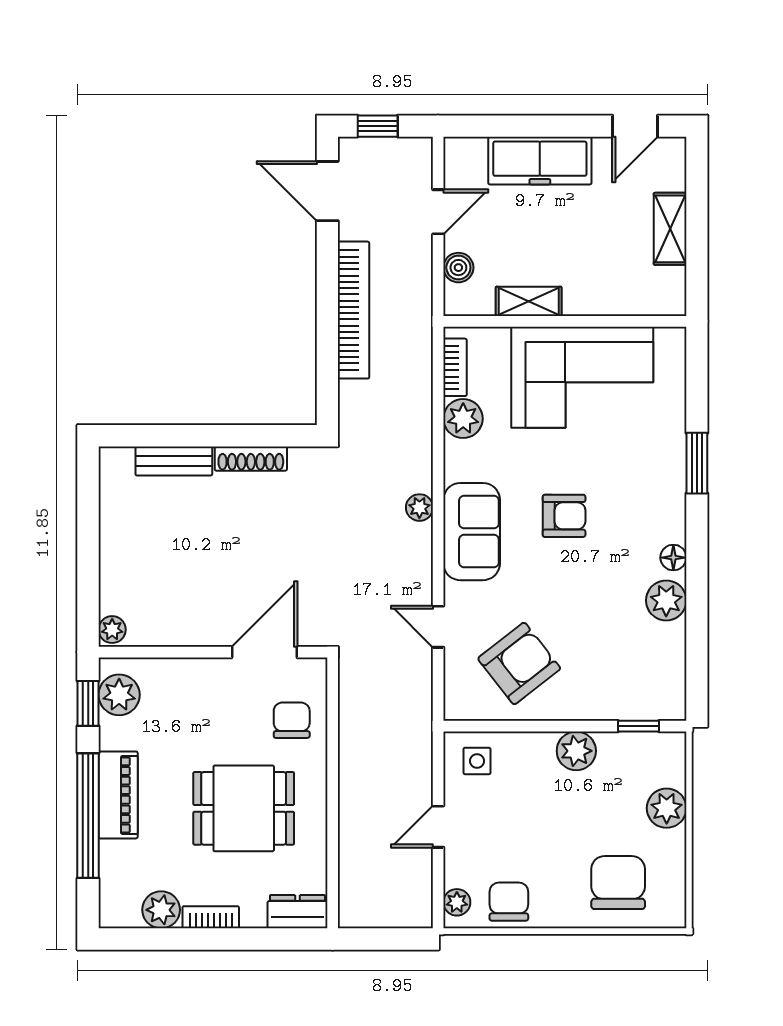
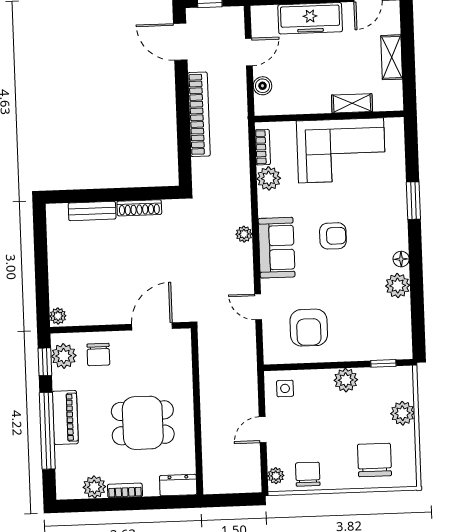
shelving: (529, 301) -> (352, 103), moved
armchair: (519, 663) -> (309, 328), turned 128
chair: (292, 720) -> (98, 354), moved, turned 180

